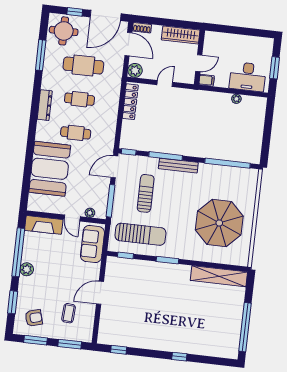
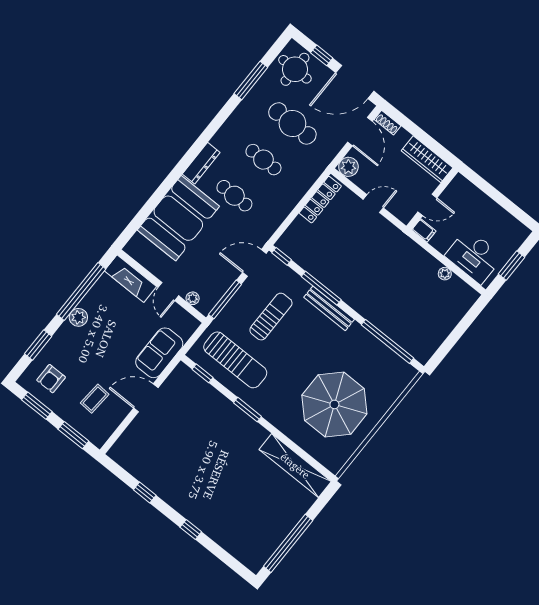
dresser: (45, 105) -> (201, 163), moved
sofa: (92, 244) -> (159, 353), moved
armchair: (34, 318) -> (51, 379), turned 106
window: (119, 350) -> (145, 492), moved

